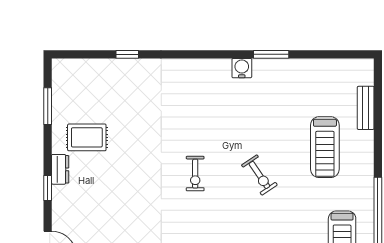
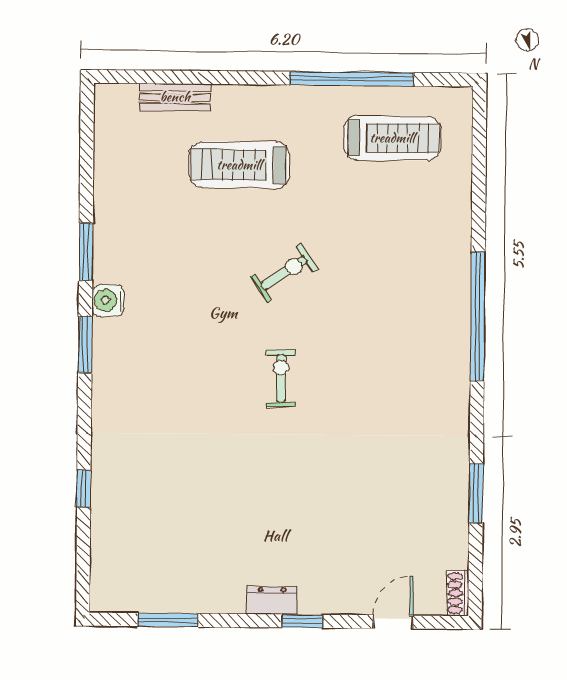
window: (215, 54) -> (85, 344), added
rug: (87, 137) -> (220, 556), removed
treadmill: (325, 147) -> (239, 165), turned 180
exercise bike: (195, 174) -> (281, 378), turned -90

